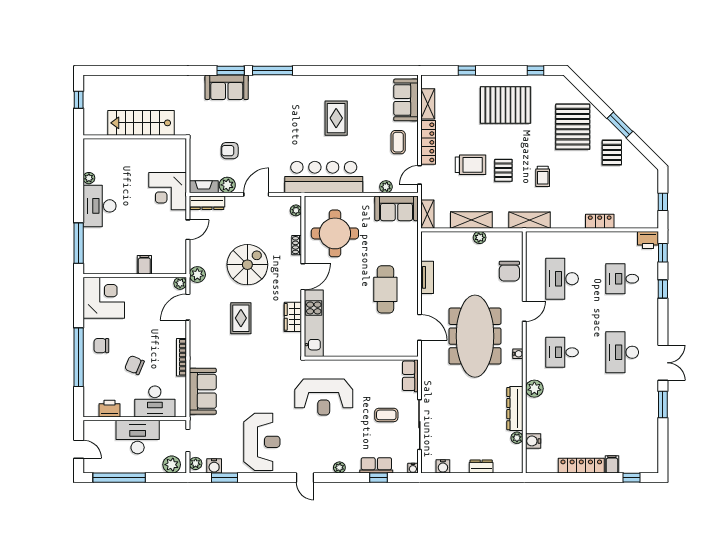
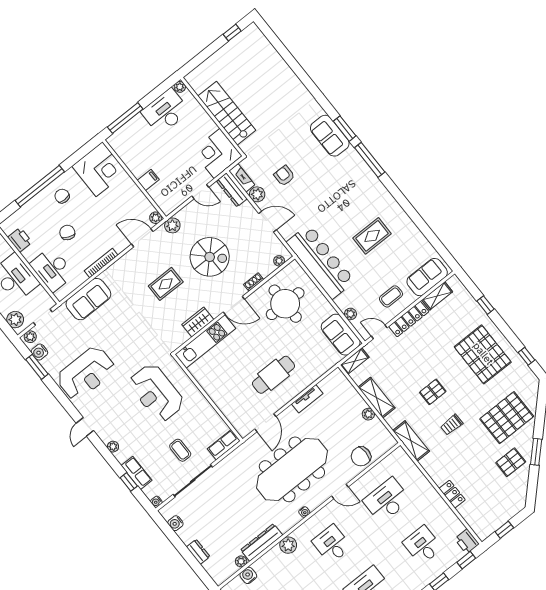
stairs: (141, 123) -> (227, 113), moved
wall: (135, 137) -> (213, 117), moved
trolley: (471, 165) -> (417, 364), removed

